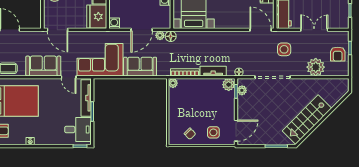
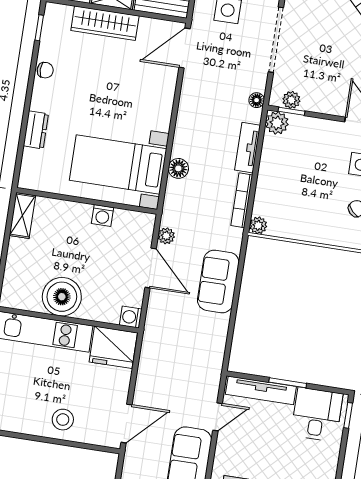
floor lamp: (171, 36) -> (178, 168), moved
corner sofa: (100, 60) -> (194, 354), removed

